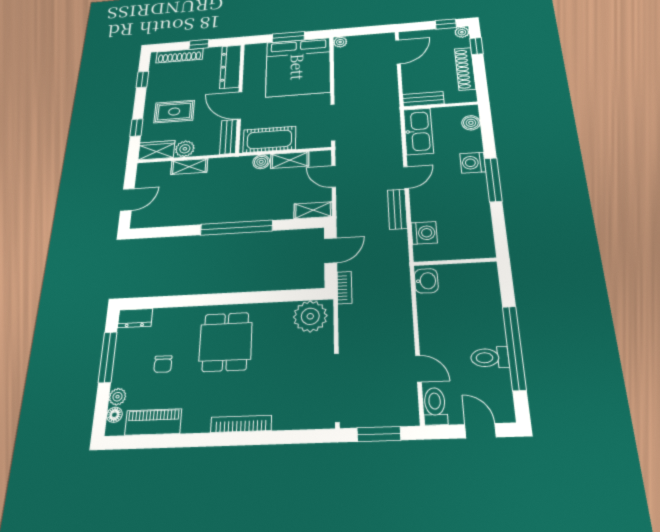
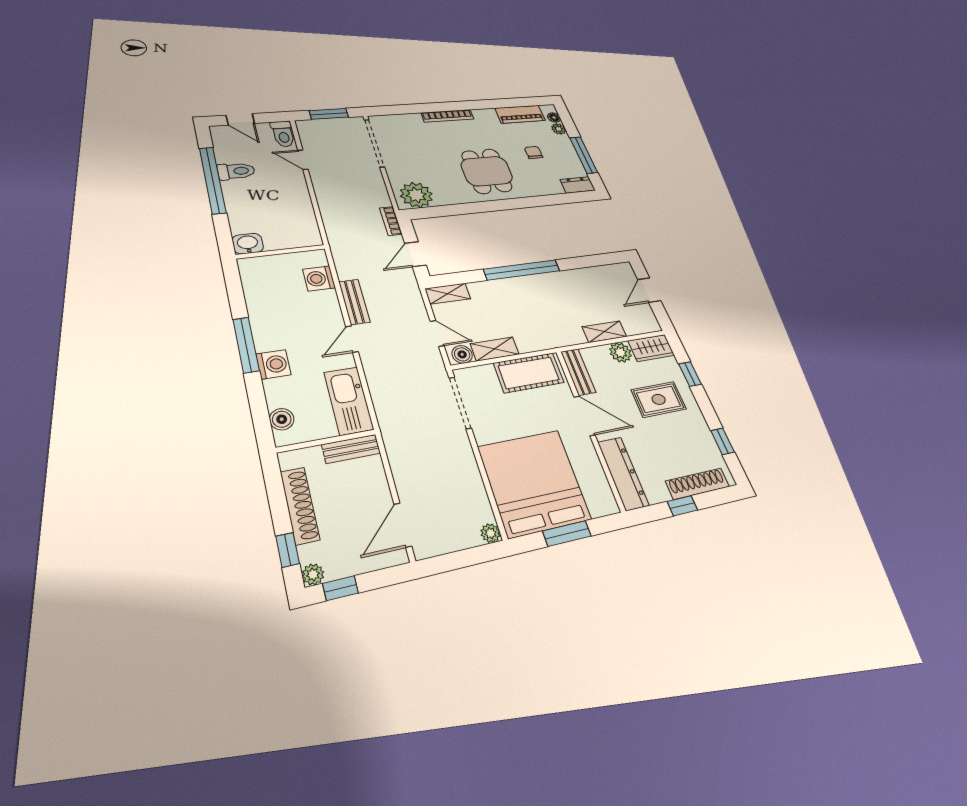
boiler: (261, 162) -> (462, 354), moved
washbasin: (426, 281) -> (248, 244), moved, turned 90

